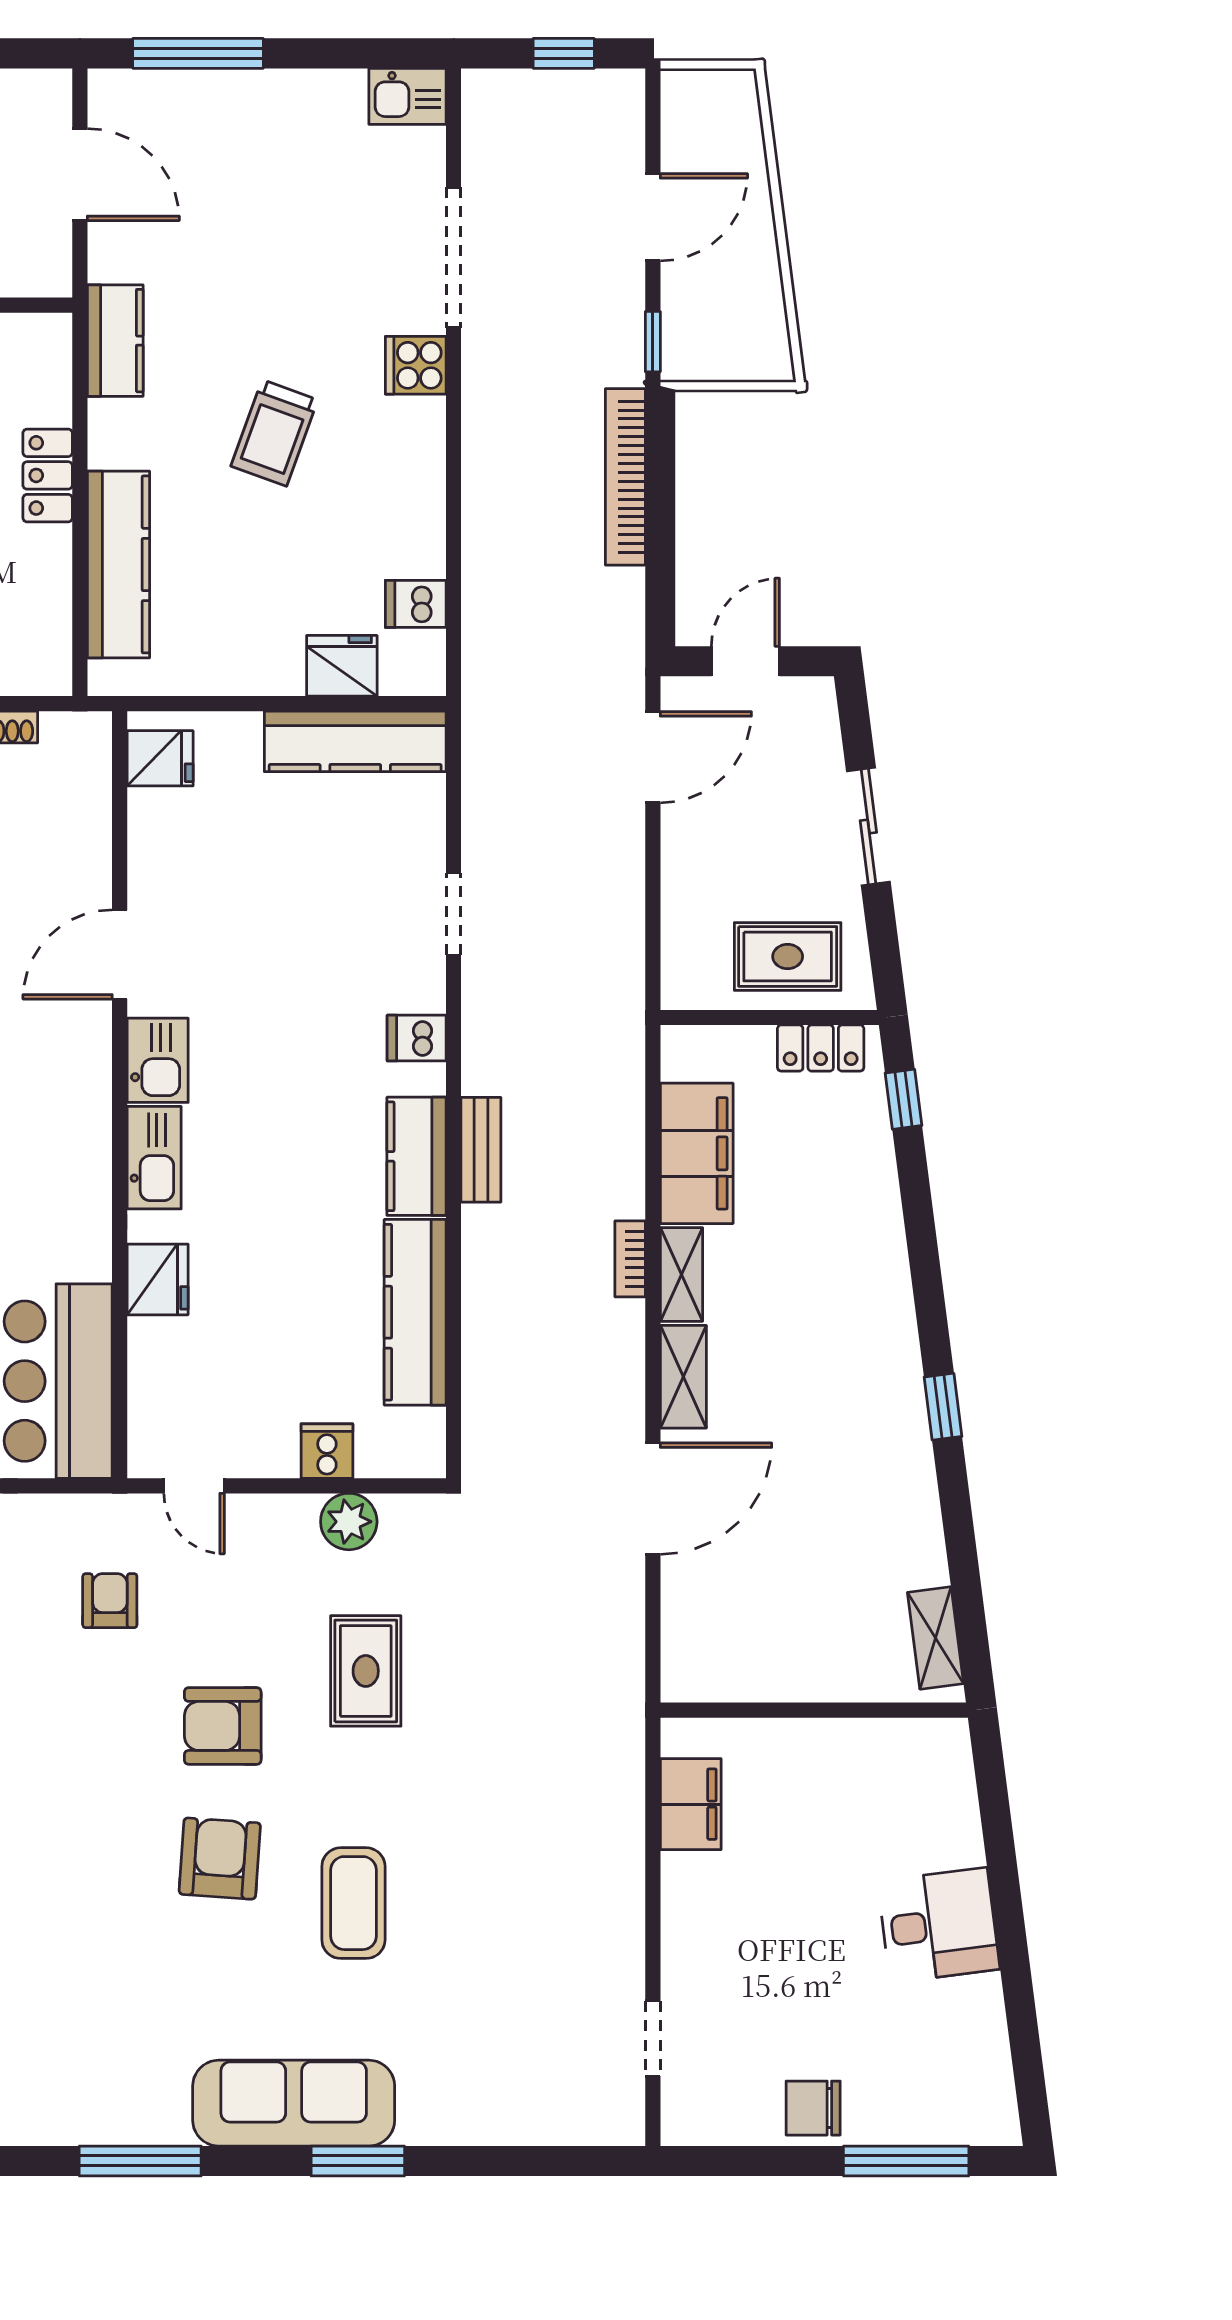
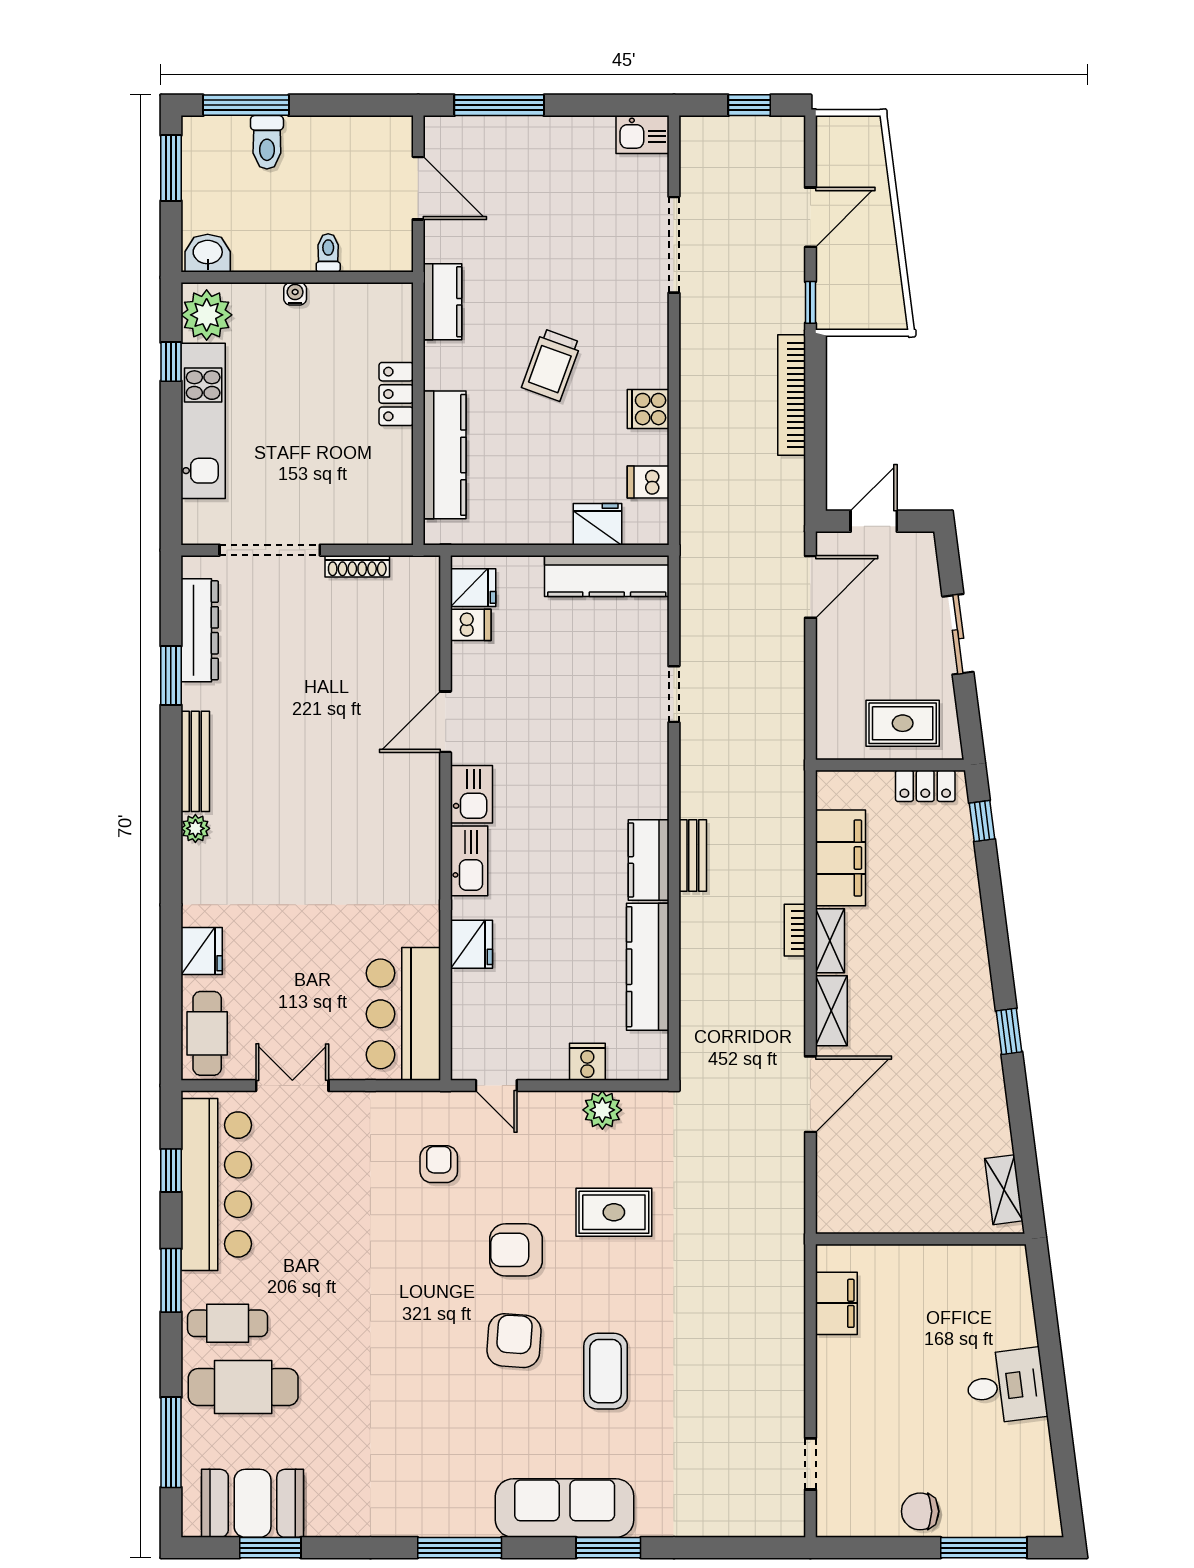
cooker: (416, 365) -> (648, 409), moved
dishwasher: (417, 1038) -> (471, 625), moved, turned 180
rug: (366, 1671) -> (614, 1212), turned 90

